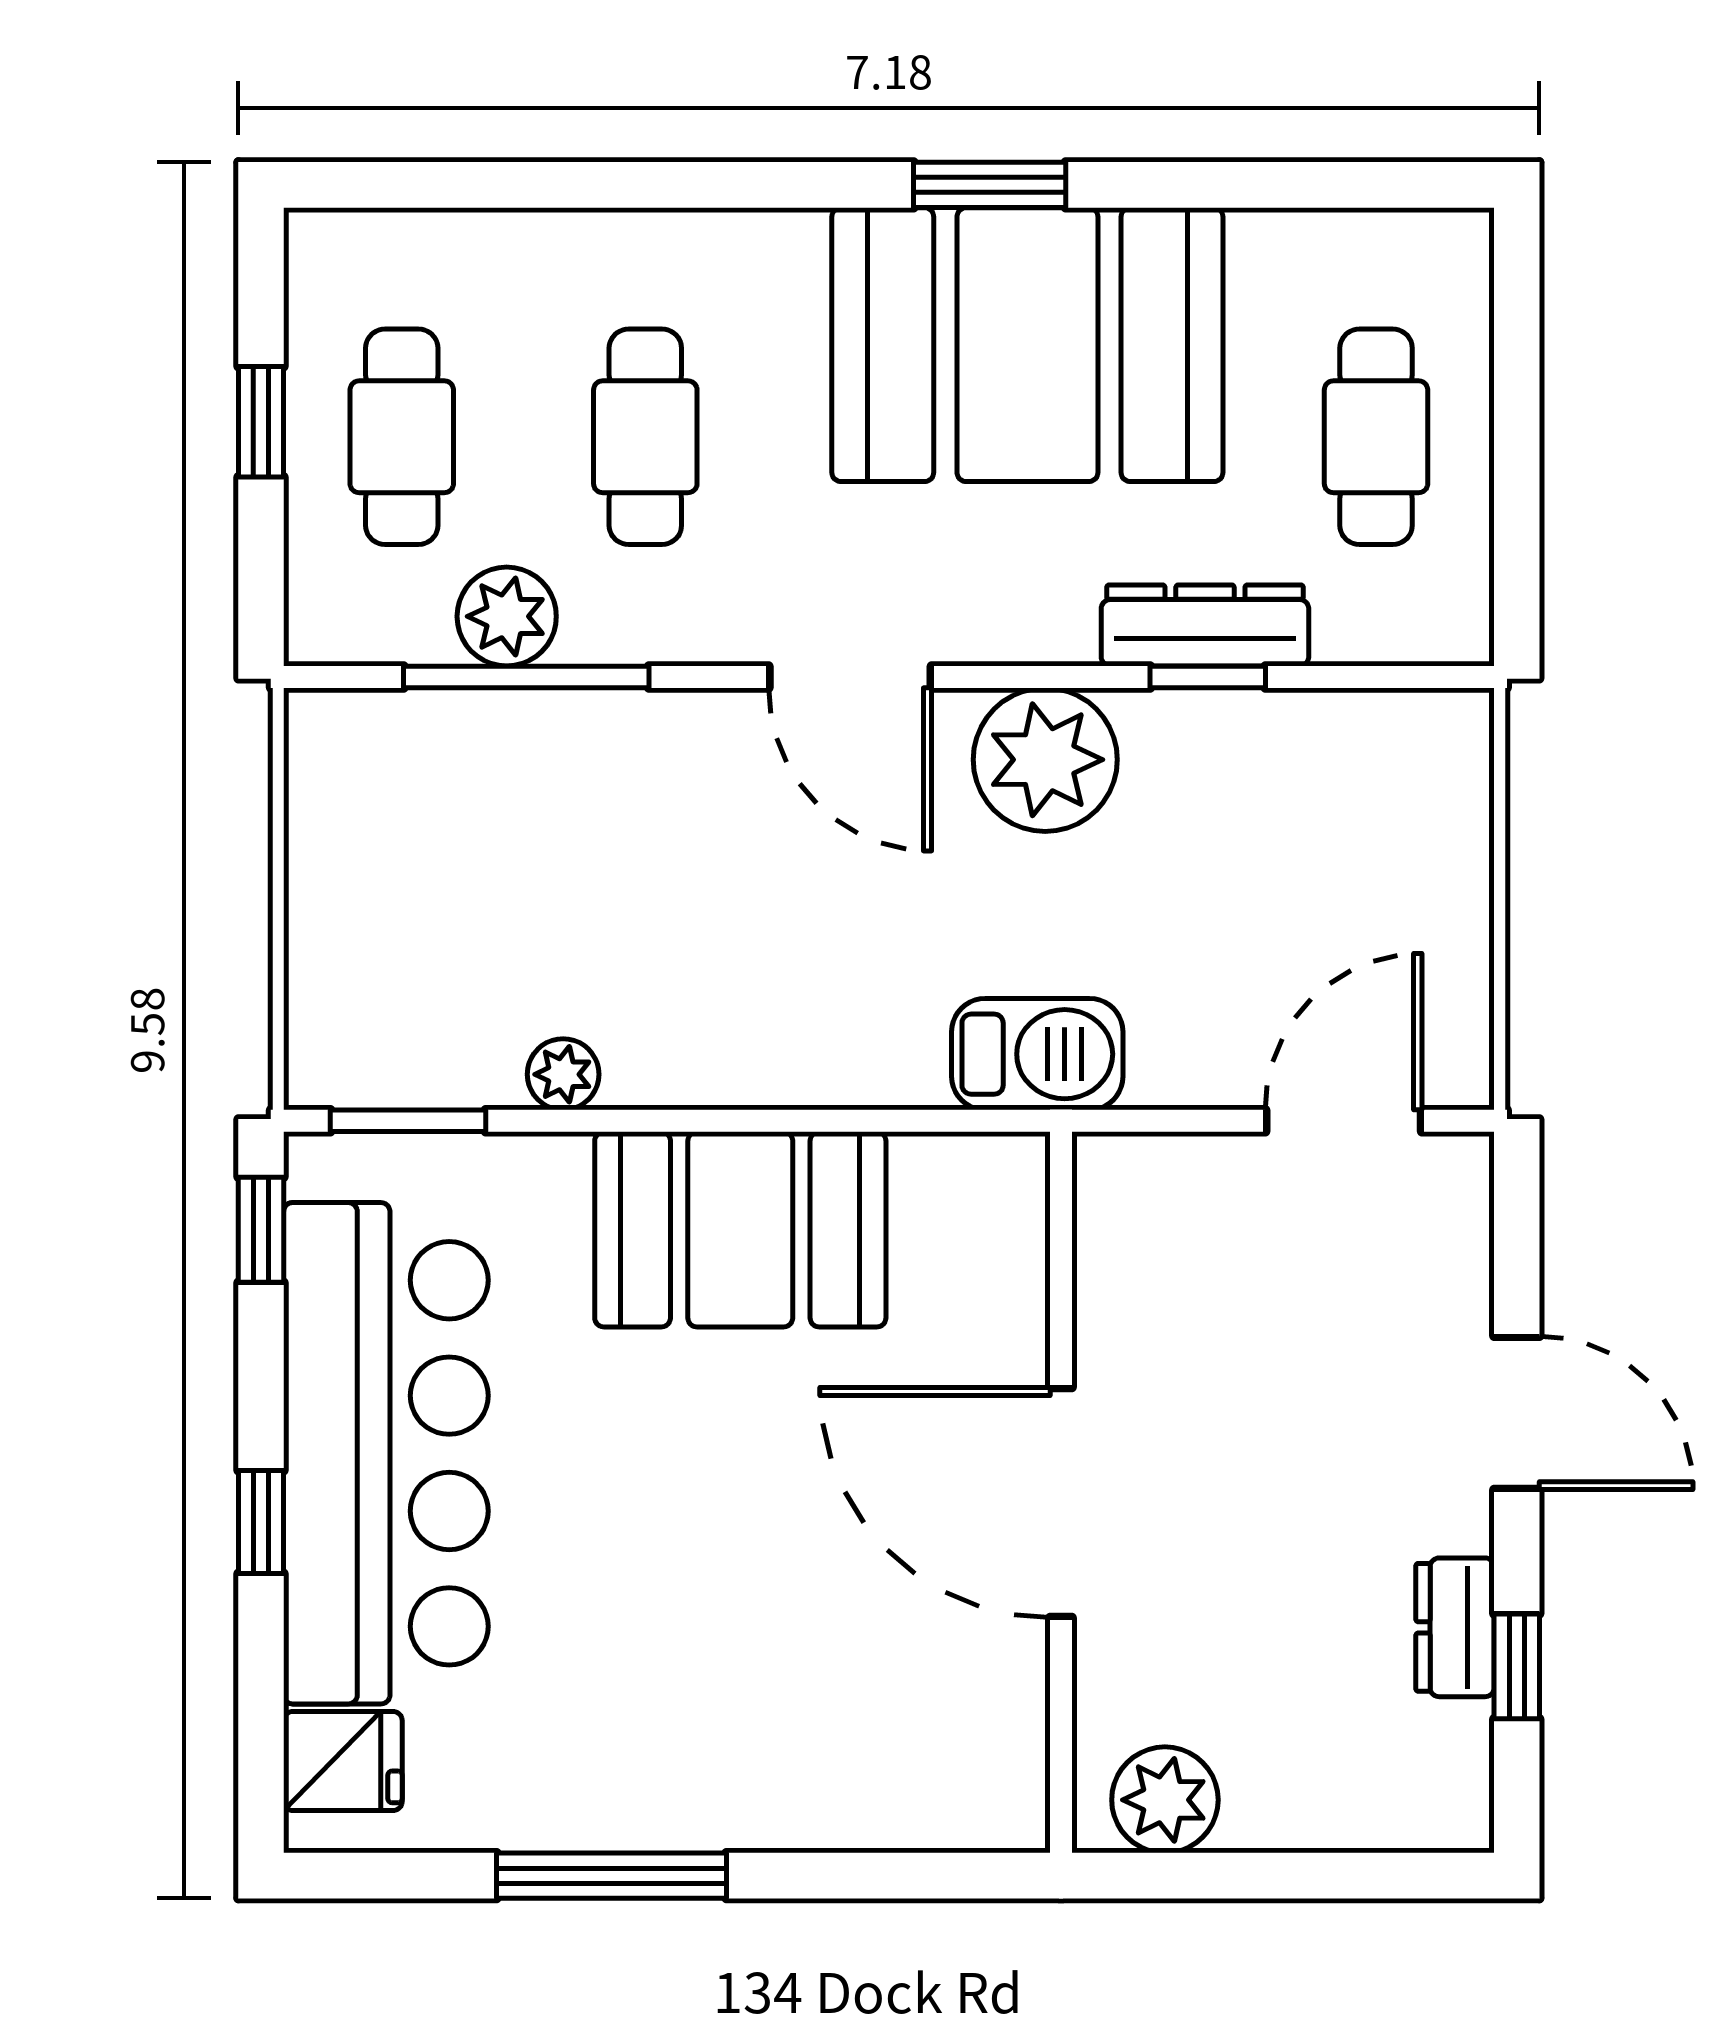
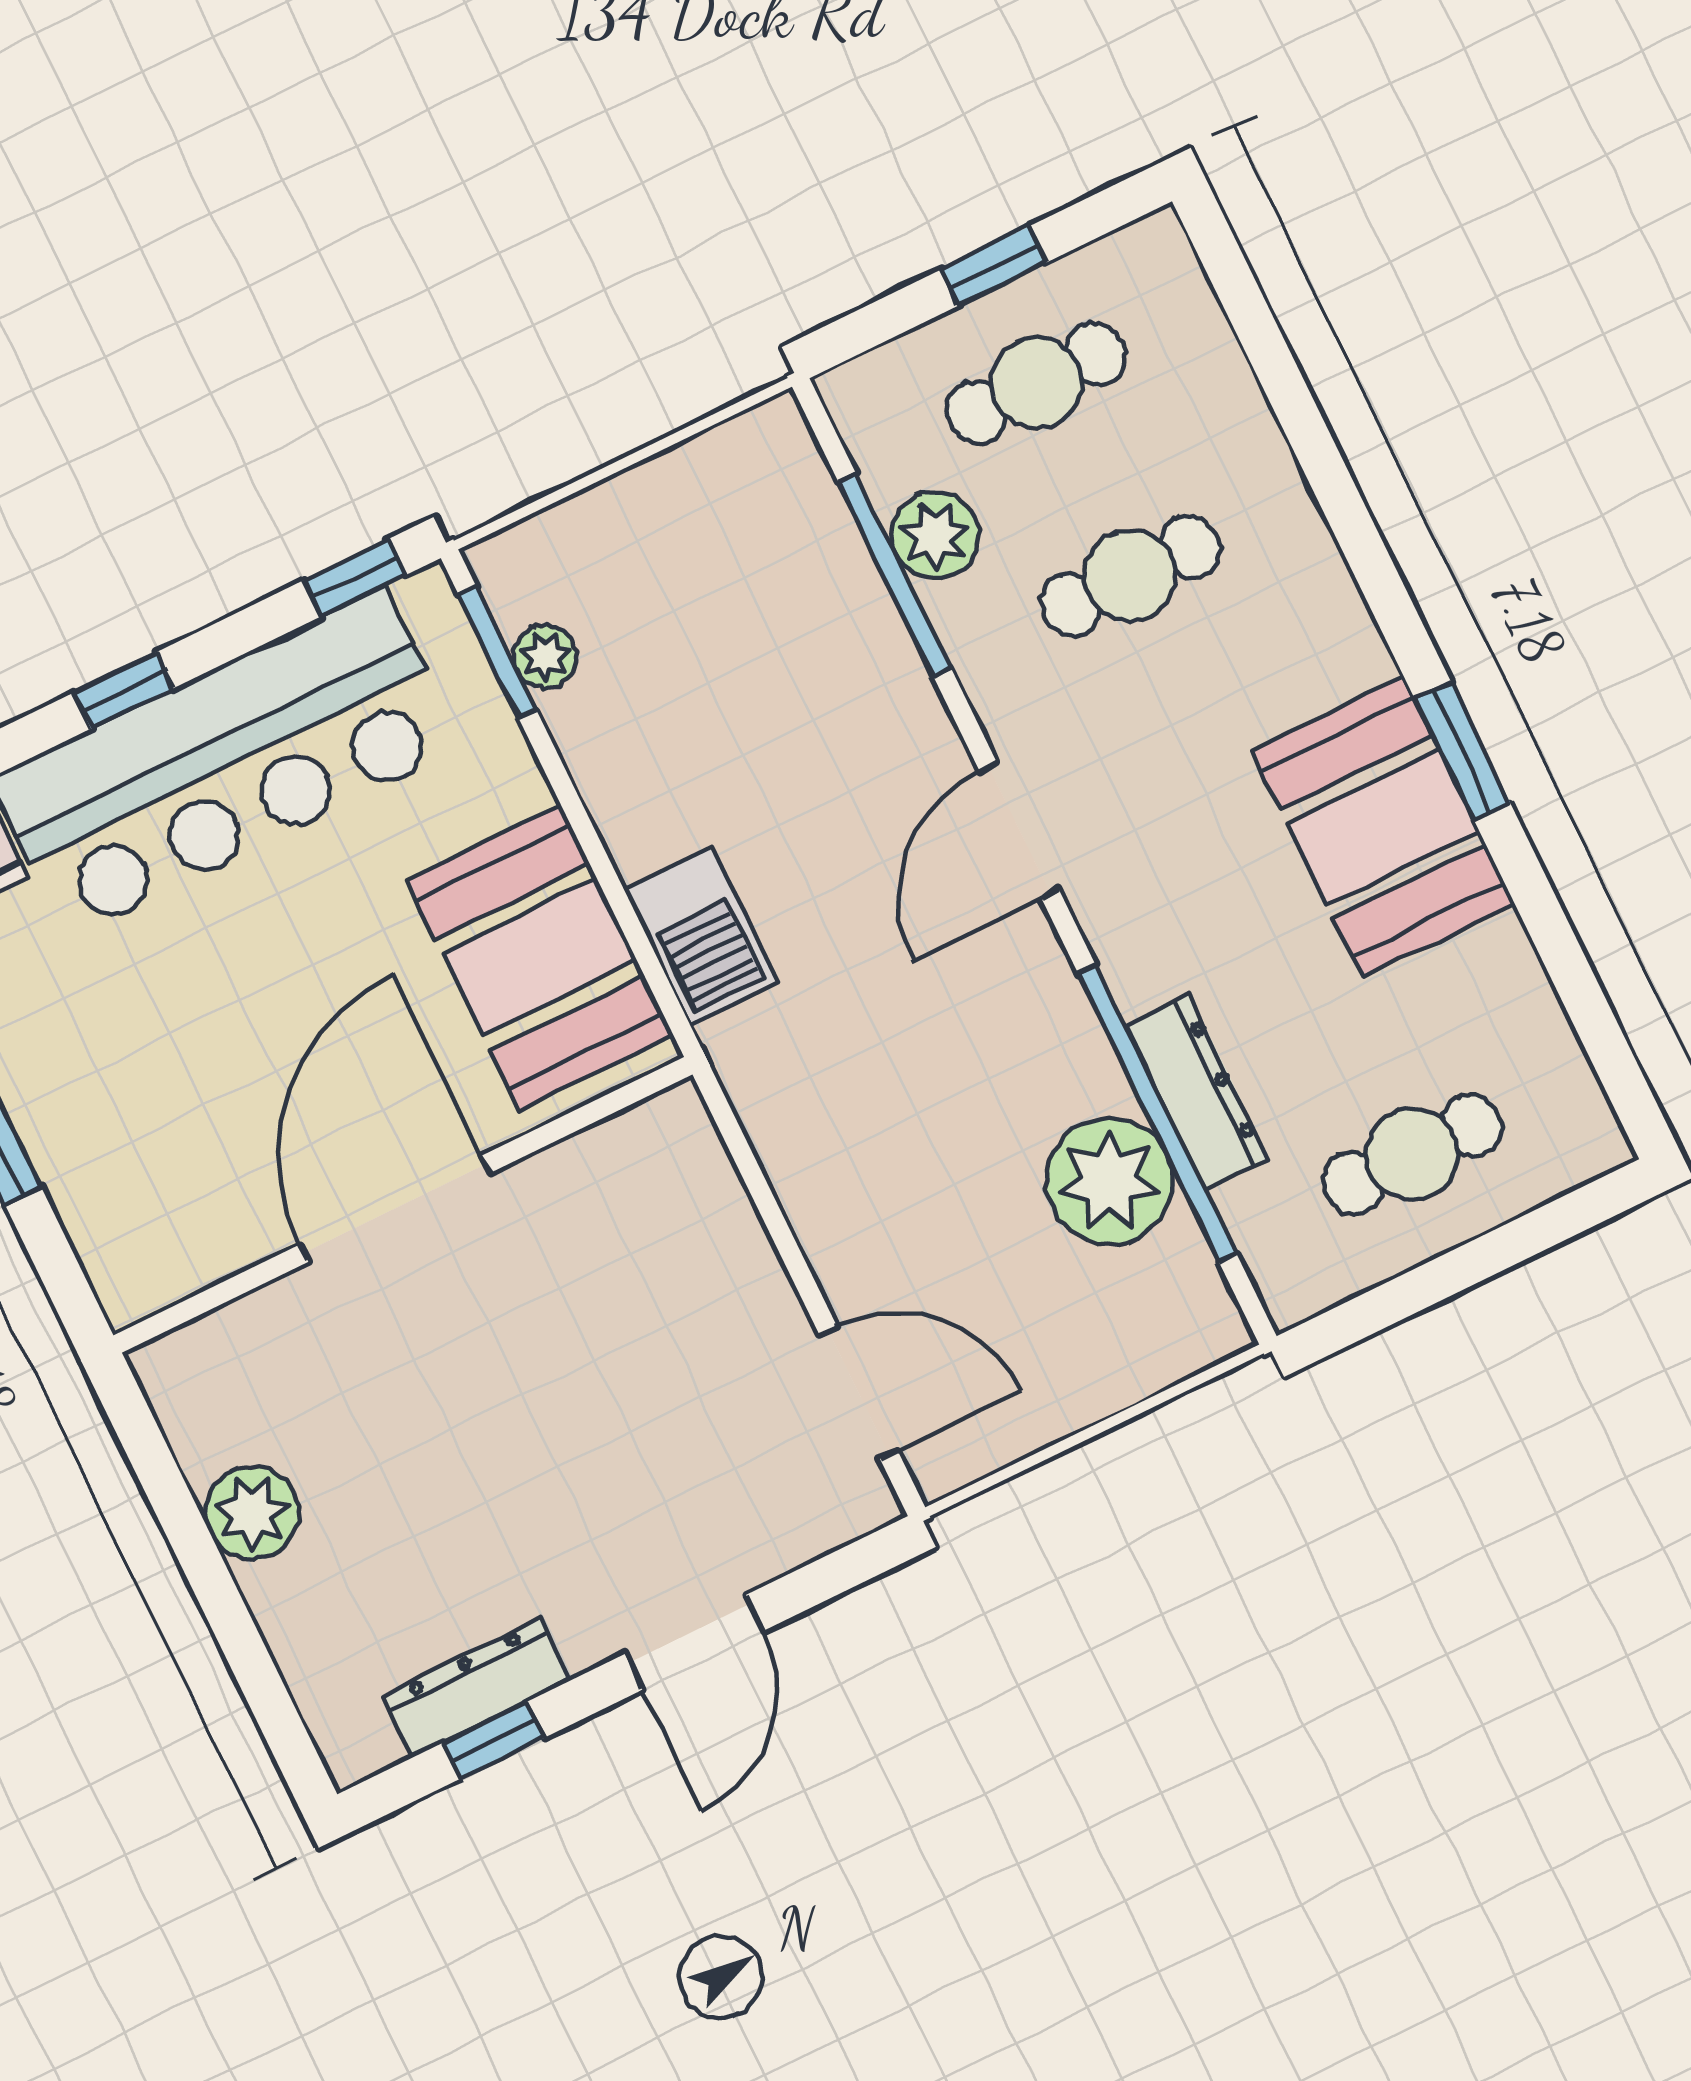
booth: (1027, 345) -> (1383, 827), width x0.73, depth x0.70
window: (1208, 677) -> (1157, 1114), width x3.17
plant: (1045, 760) -> (1109, 1181), moved
barbecue: (1037, 1054) -> (701, 936), moved
plant: (563, 1074) -> (545, 657), moved
wall: (1061, 1492) -> (403, 1205), moved
door: (1061, 1502) -> (395, 1209), moved
dresser: (1455, 1627) -> (477, 1688), width x1.44

